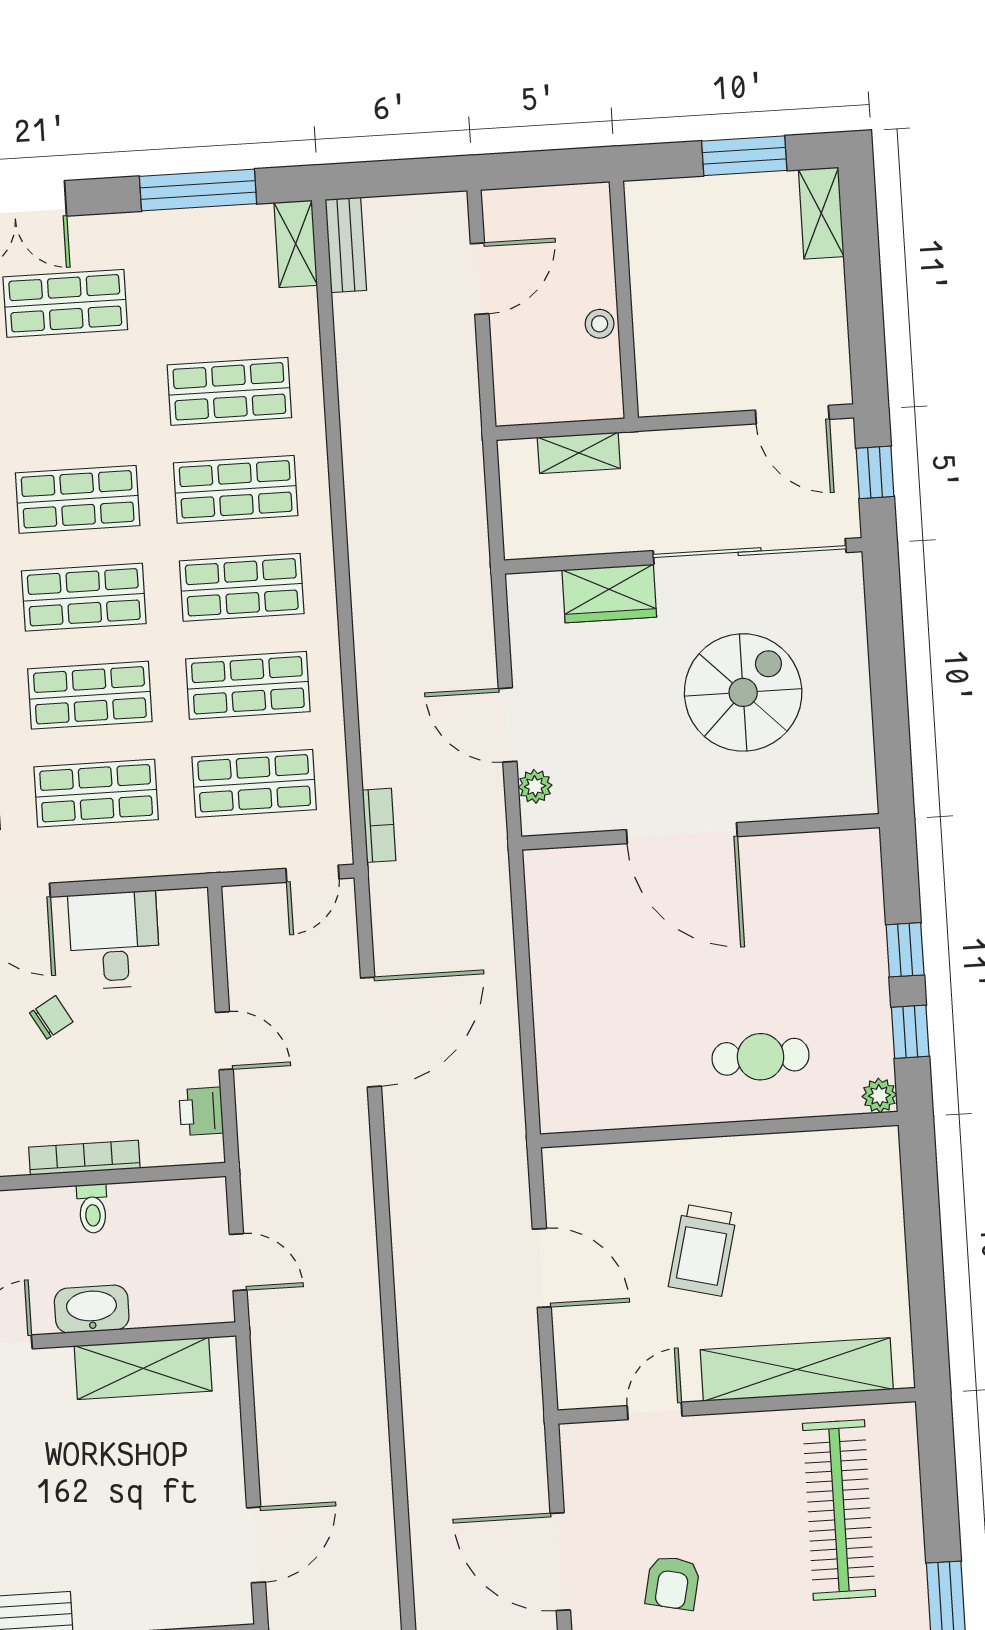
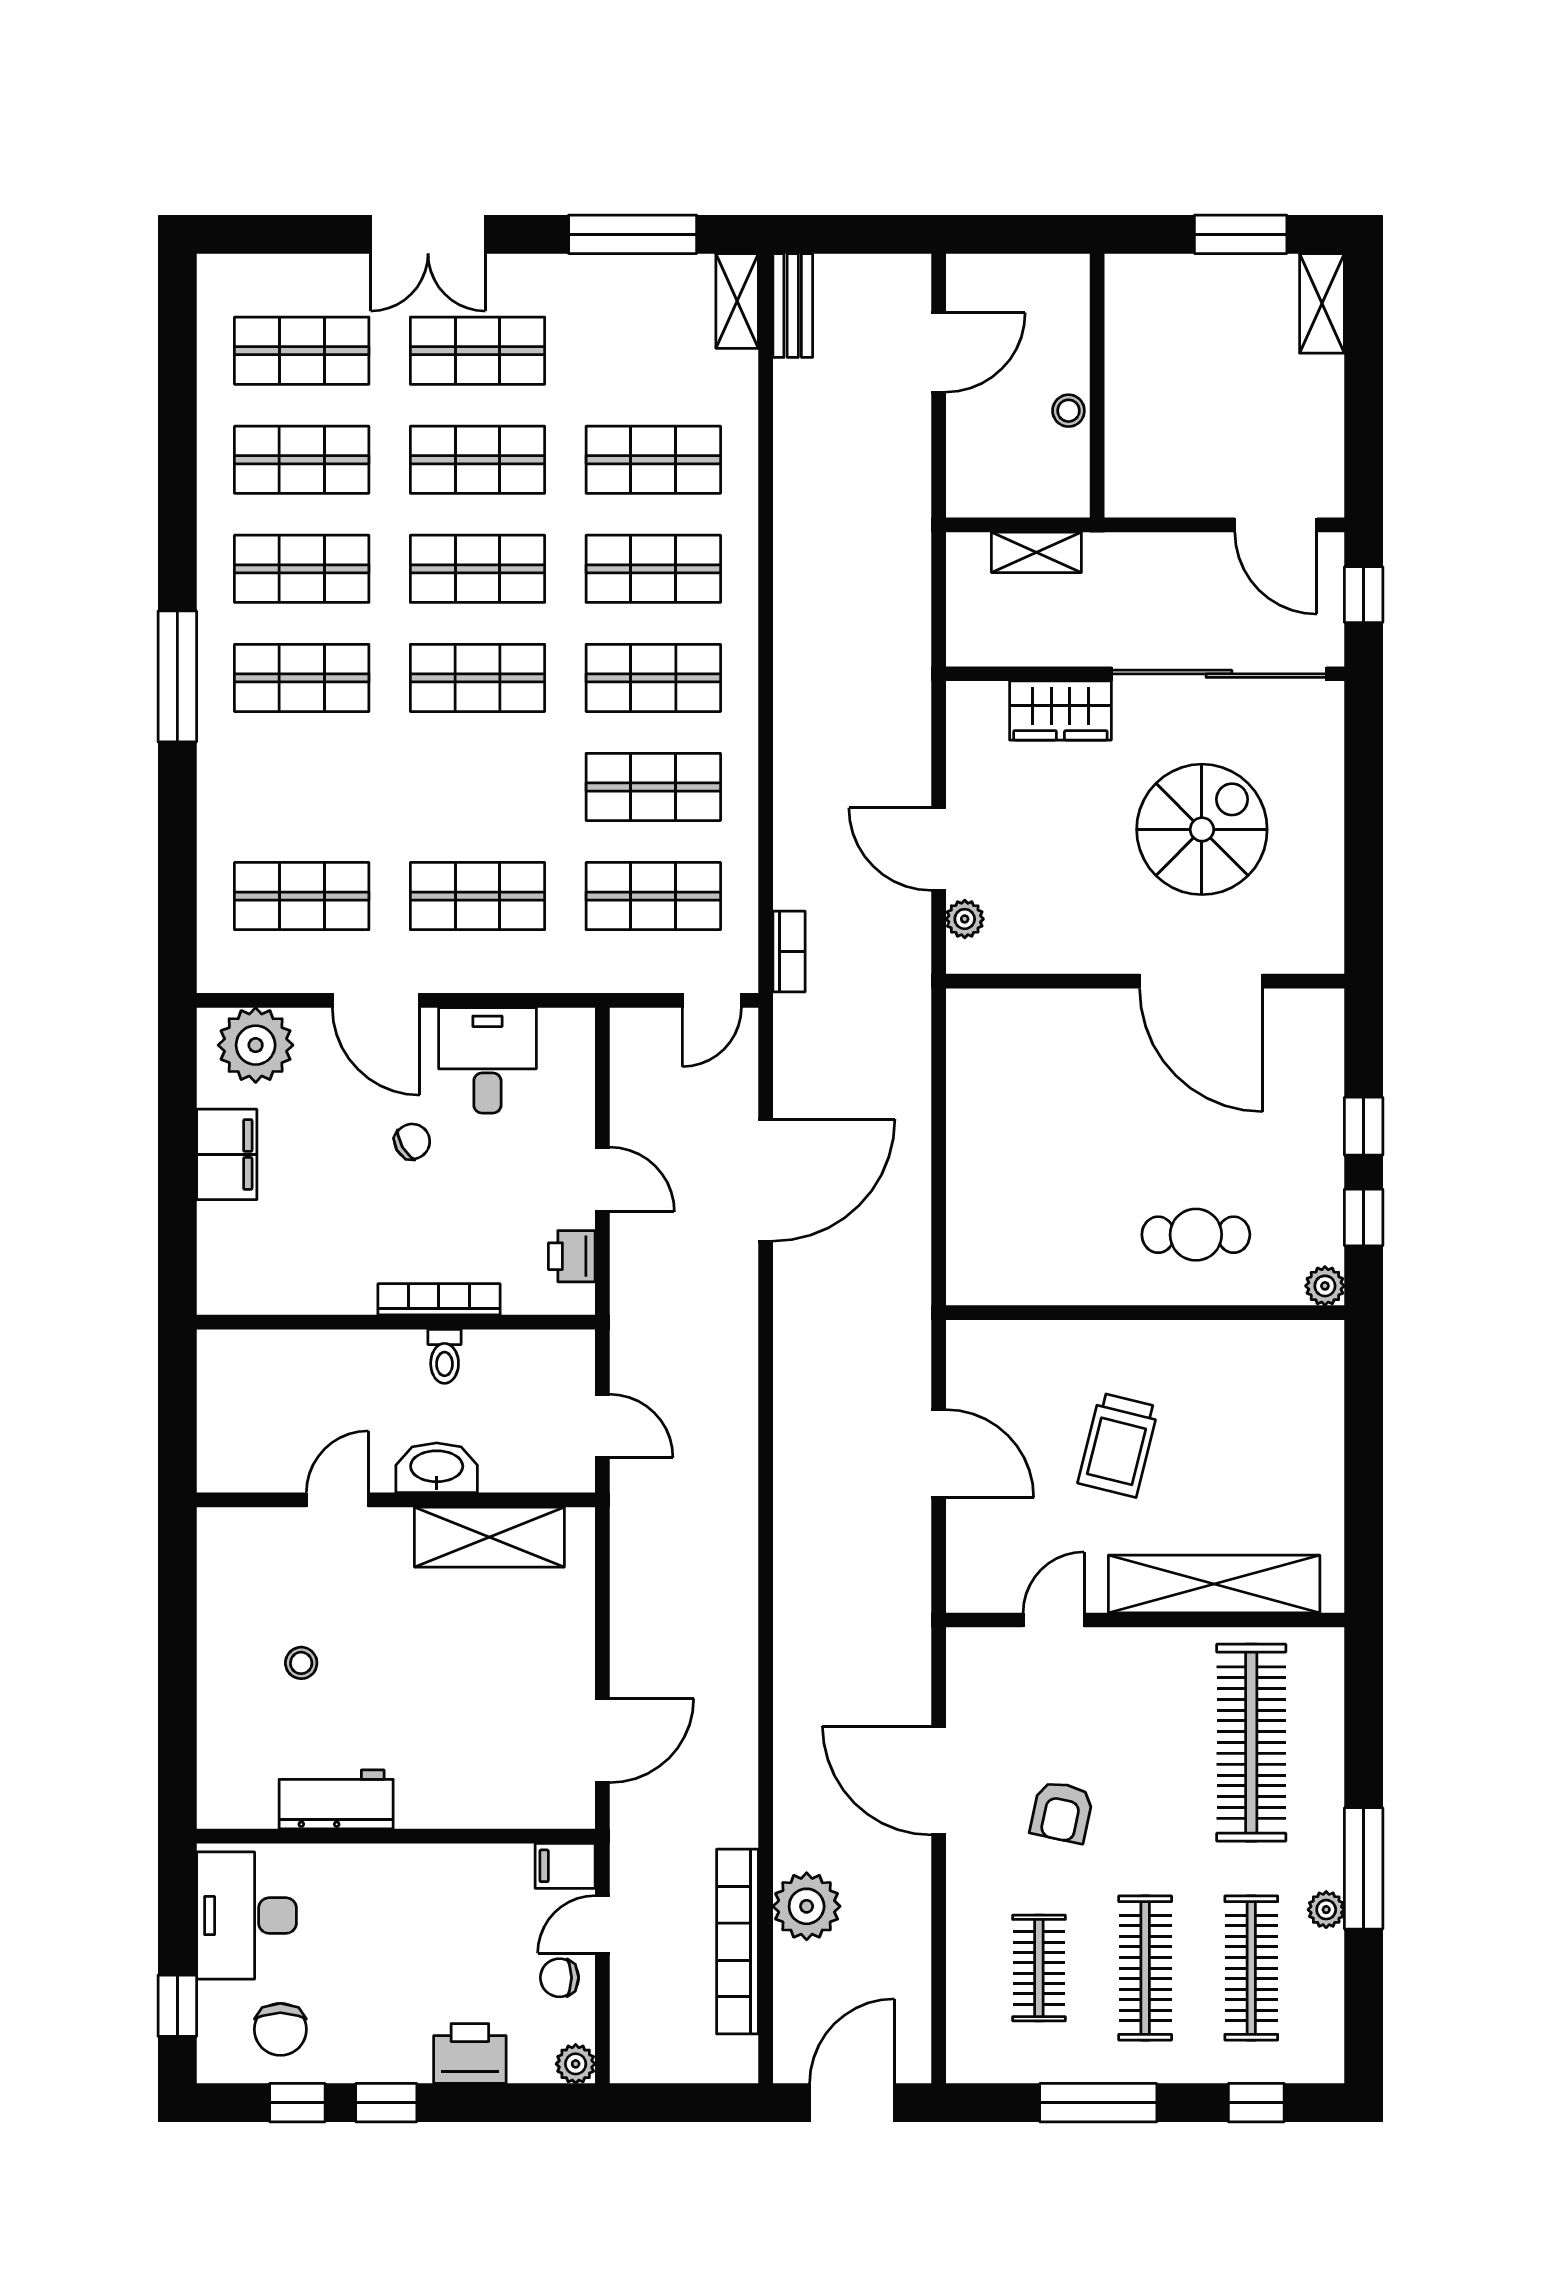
shop shelf: (90, 695) -> (477, 460), moved
door: (682, 833) -> (1201, 981), moved

